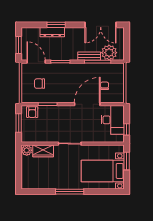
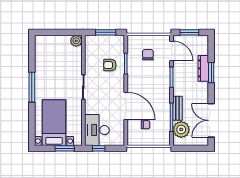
door: (36, 62) -> (172, 51), hinge flipped
armchair: (32, 112) -> (110, 65), moved
desk: (113, 120) -> (97, 130), moved, turned 90
wardrobe: (43, 151) -> (76, 59), removed

